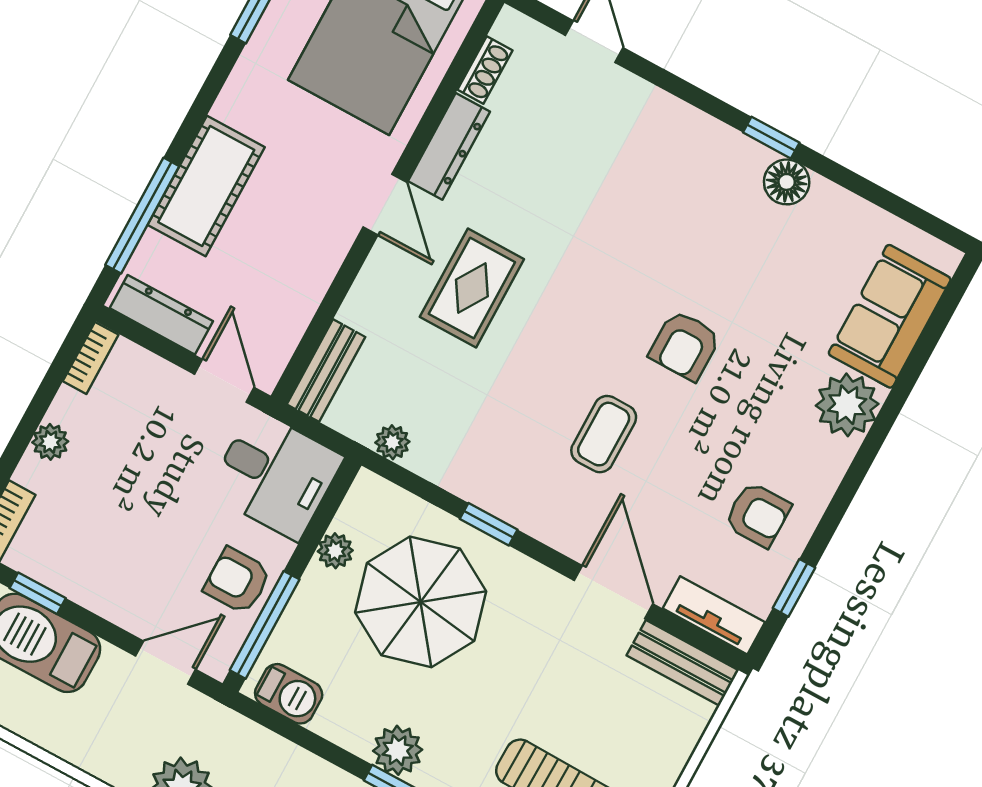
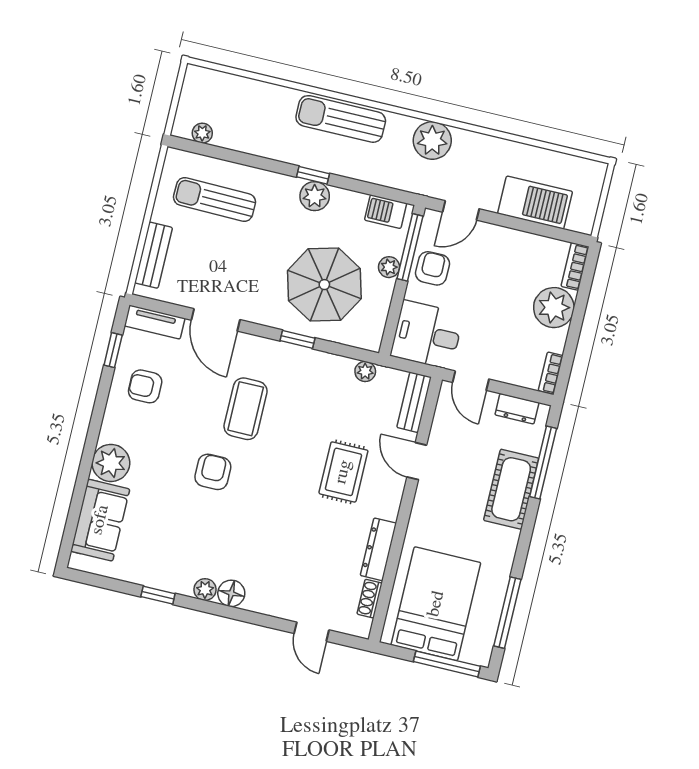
window: (771, 138) -> (158, 595), moved
plant: (749, 157) -> (205, 590), added
floor lamp: (787, 182) -> (231, 593), moved
door: (385, 205) -> (417, 461), moved
dresser: (161, 315) -> (517, 409), width x0.70
coffee table: (604, 434) -> (246, 409), width x1.36, depth x1.30
plant: (50, 442) -> (554, 308), width x1.87, depth x1.87
plant: (335, 551) -> (389, 267), moved
armchair: (237, 581) -> (432, 268), turned -90
window: (38, 593) -> (545, 230), removed
bench: (683, 663) -> (154, 255), moved, turned 90

